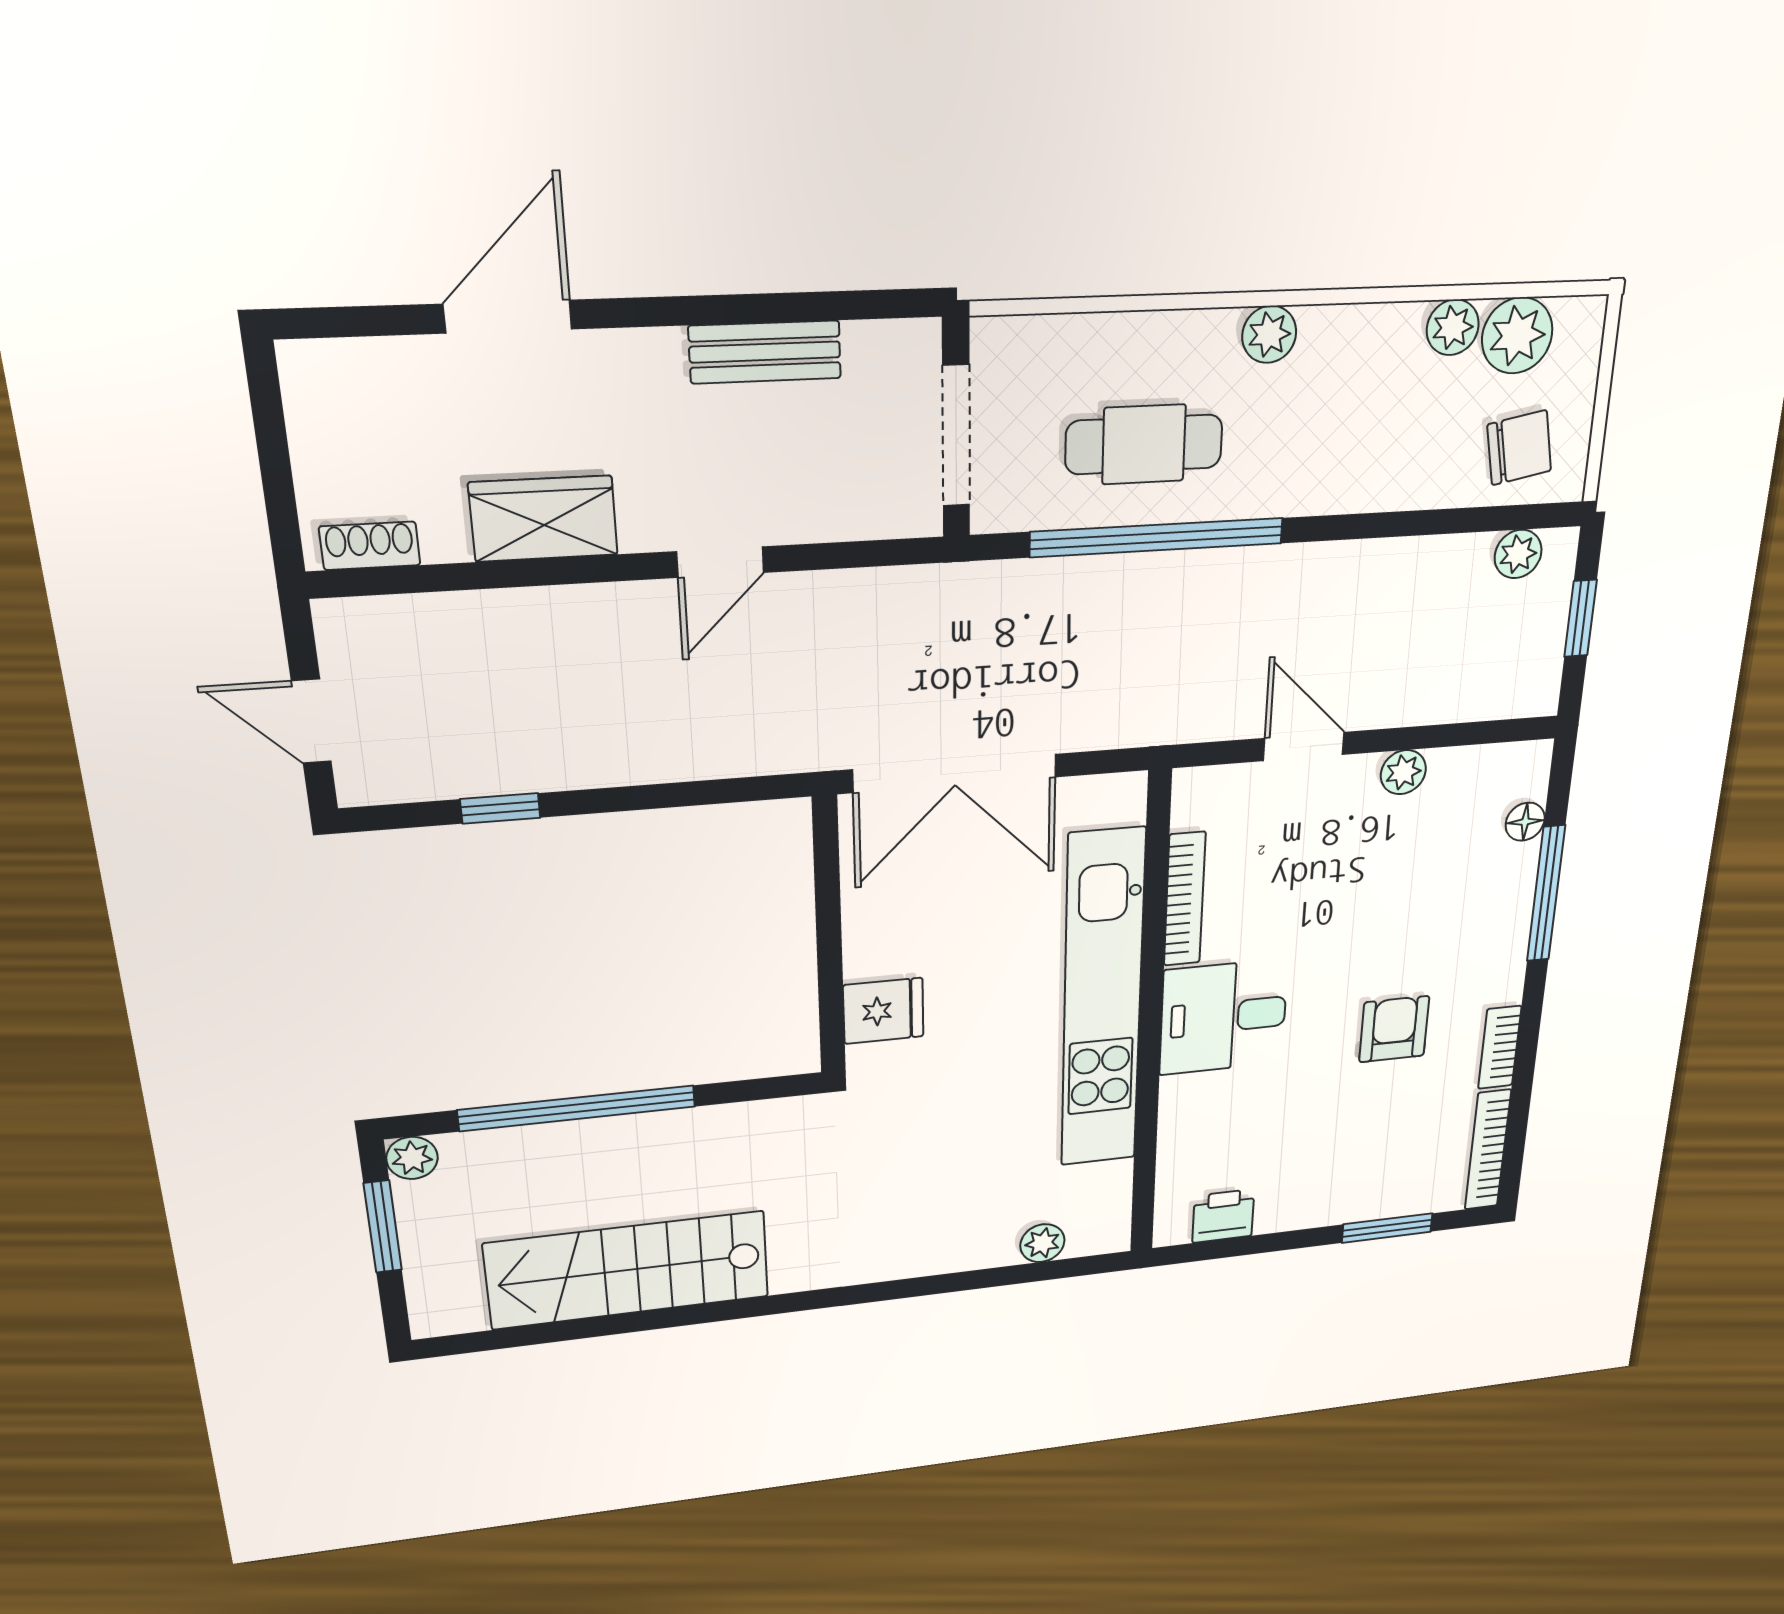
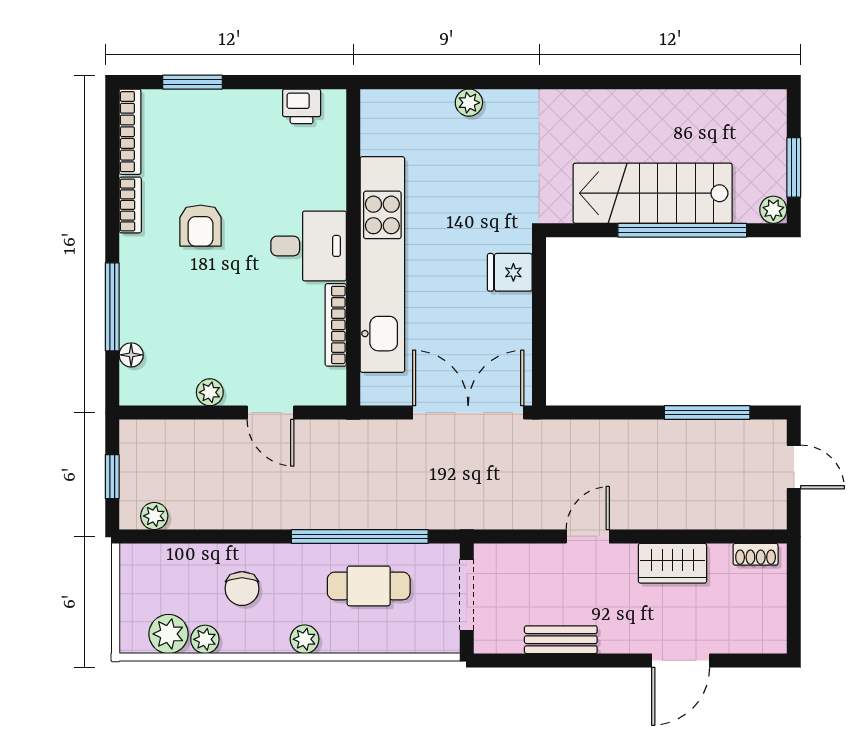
chair: (1519, 448) -> (242, 589), moved, turned -79
window: (500, 808) -> (707, 413), width x2.17
plant: (1042, 1243) -> (469, 103), moved
stairs: (628, 1270) -> (653, 193), moved, turned 180

